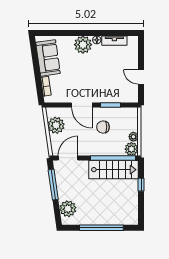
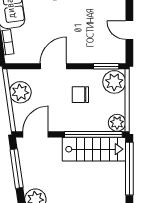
door: (82, 105) -> (53, 66), swing flipped
window: (111, 105) -> (106, 66), moved
plant: (133, 137) -> (114, 82), moved, width x1.88, depth x1.88
window: (141, 185) -> (129, 169), width x3.17

